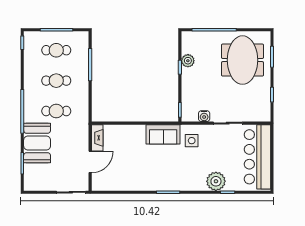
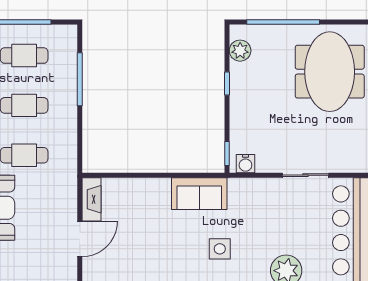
plant: (188, 61) -> (240, 51), moved
water cooler: (204, 116) -> (245, 164), moved
side table: (192, 141) -> (220, 249), moved

